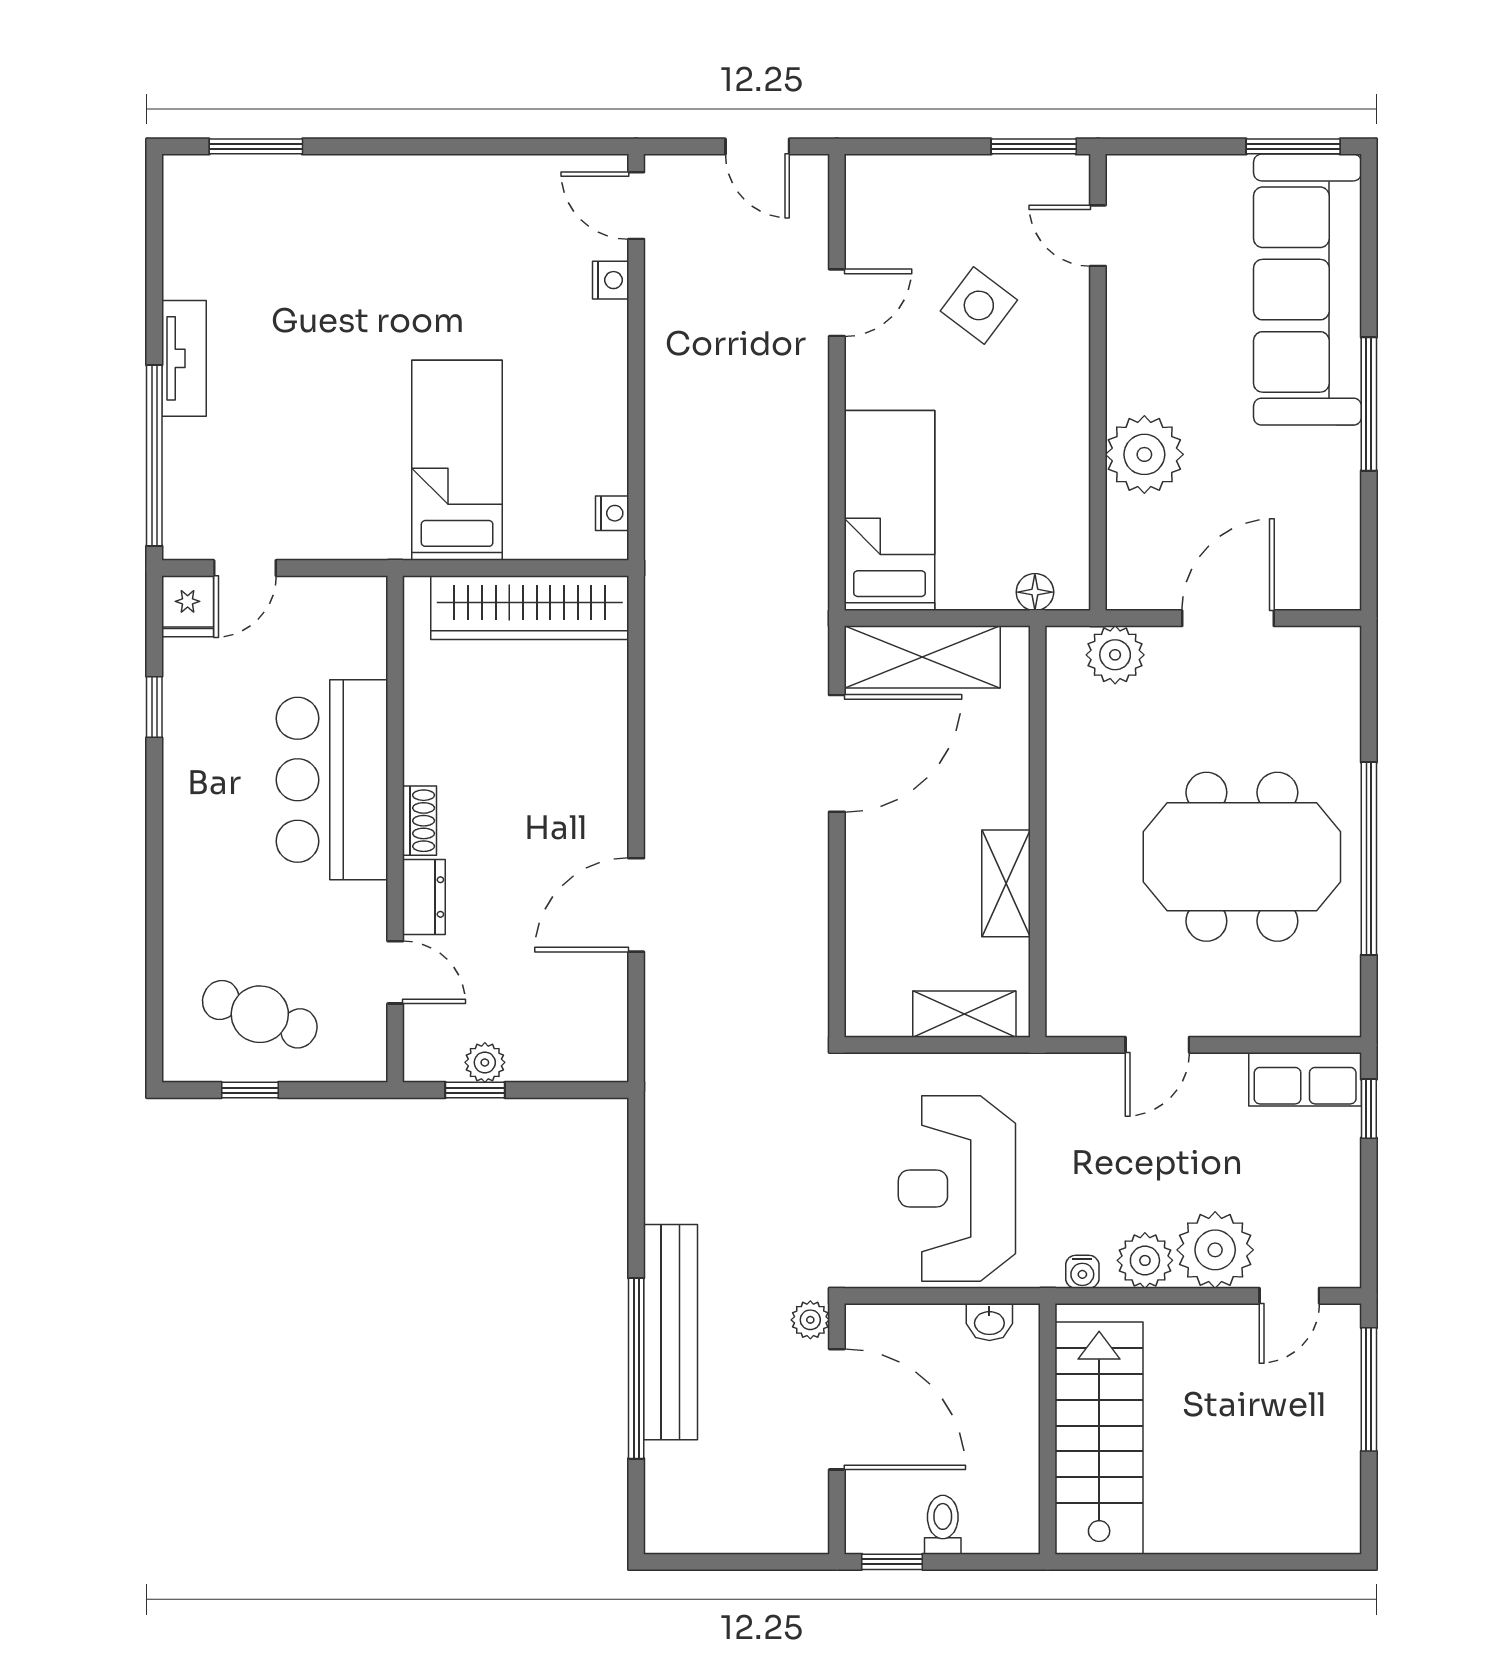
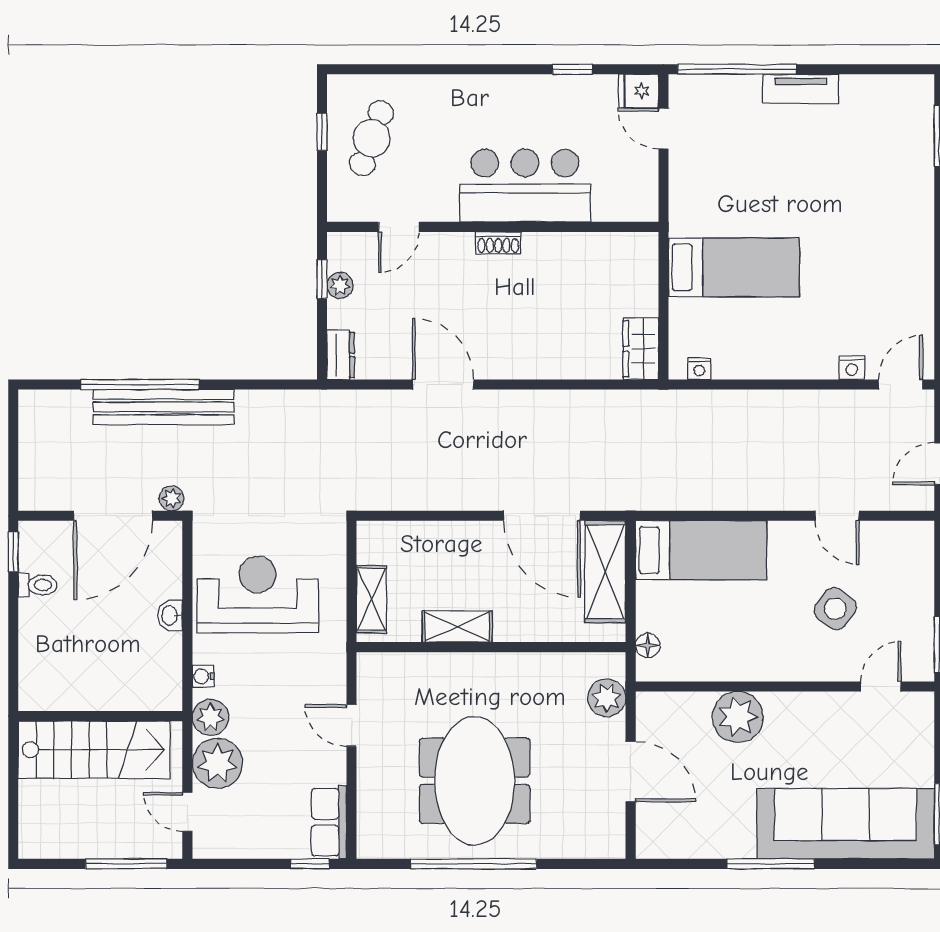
wardrobe: (530, 608) -> (641, 349), width x0.48, depth x0.85
dresser: (424, 897) -> (341, 355), moved, turned -90
wall: (1048, 1429) -> (100, 716), moved
stairs: (1099, 1438) -> (94, 750), moved

